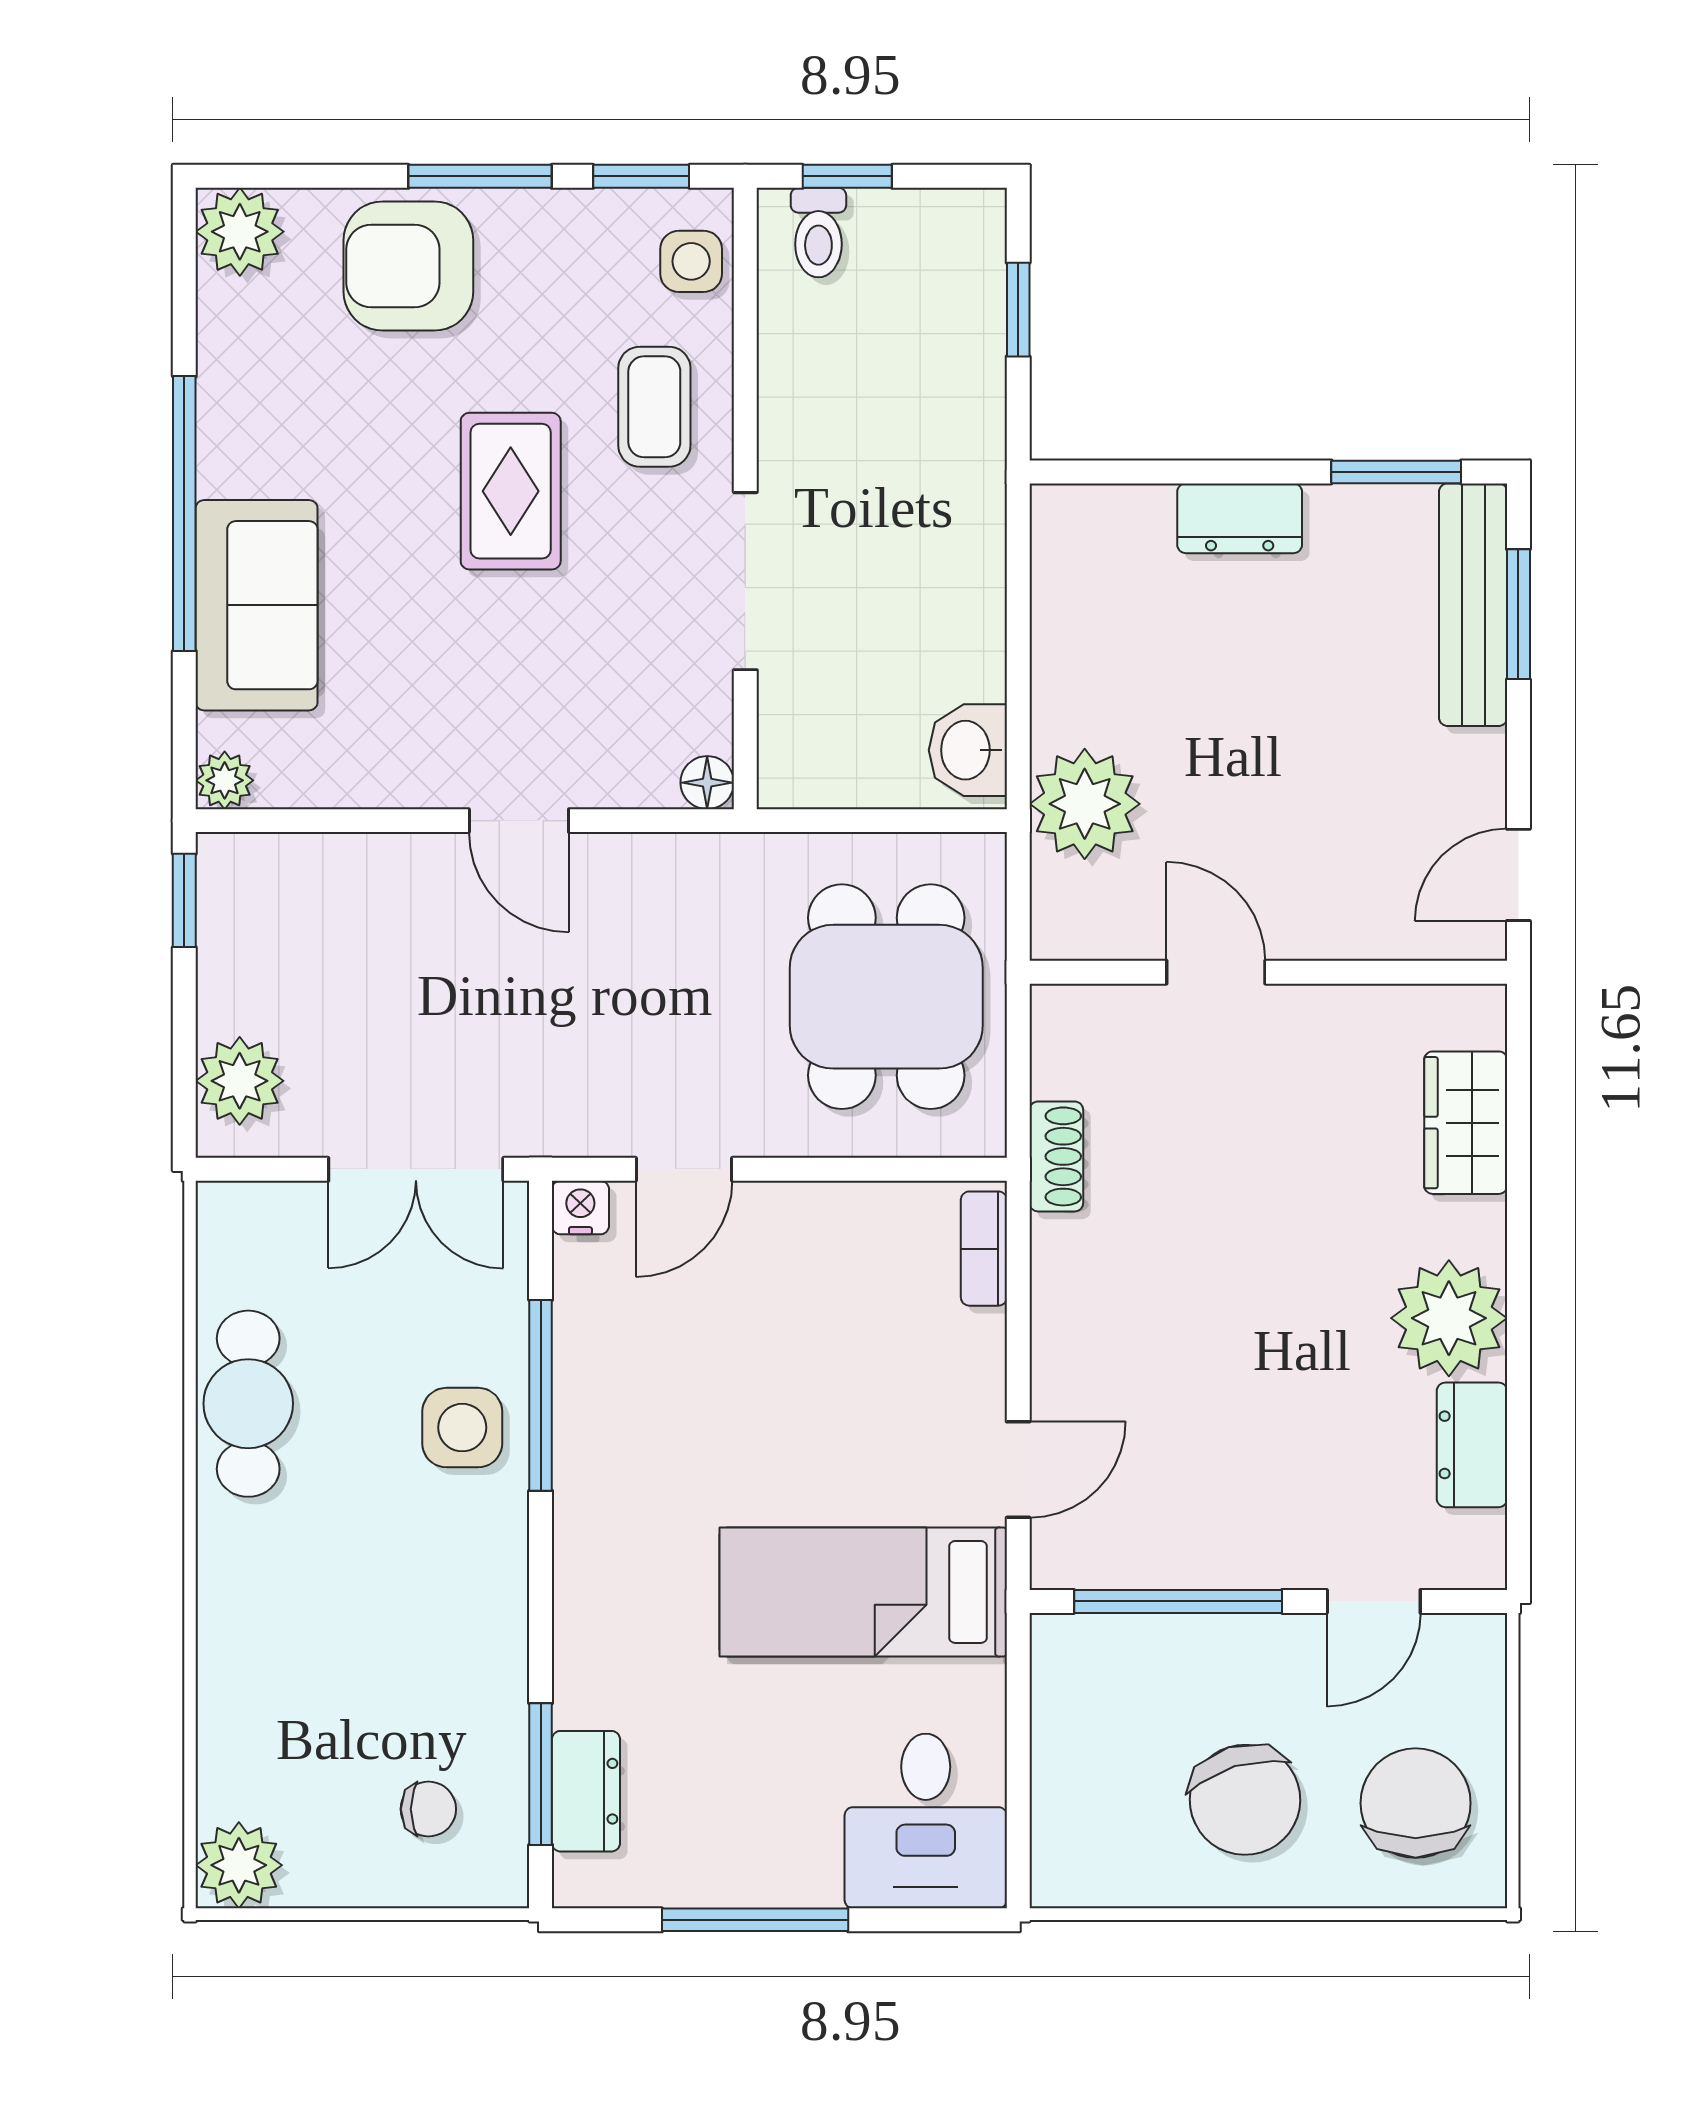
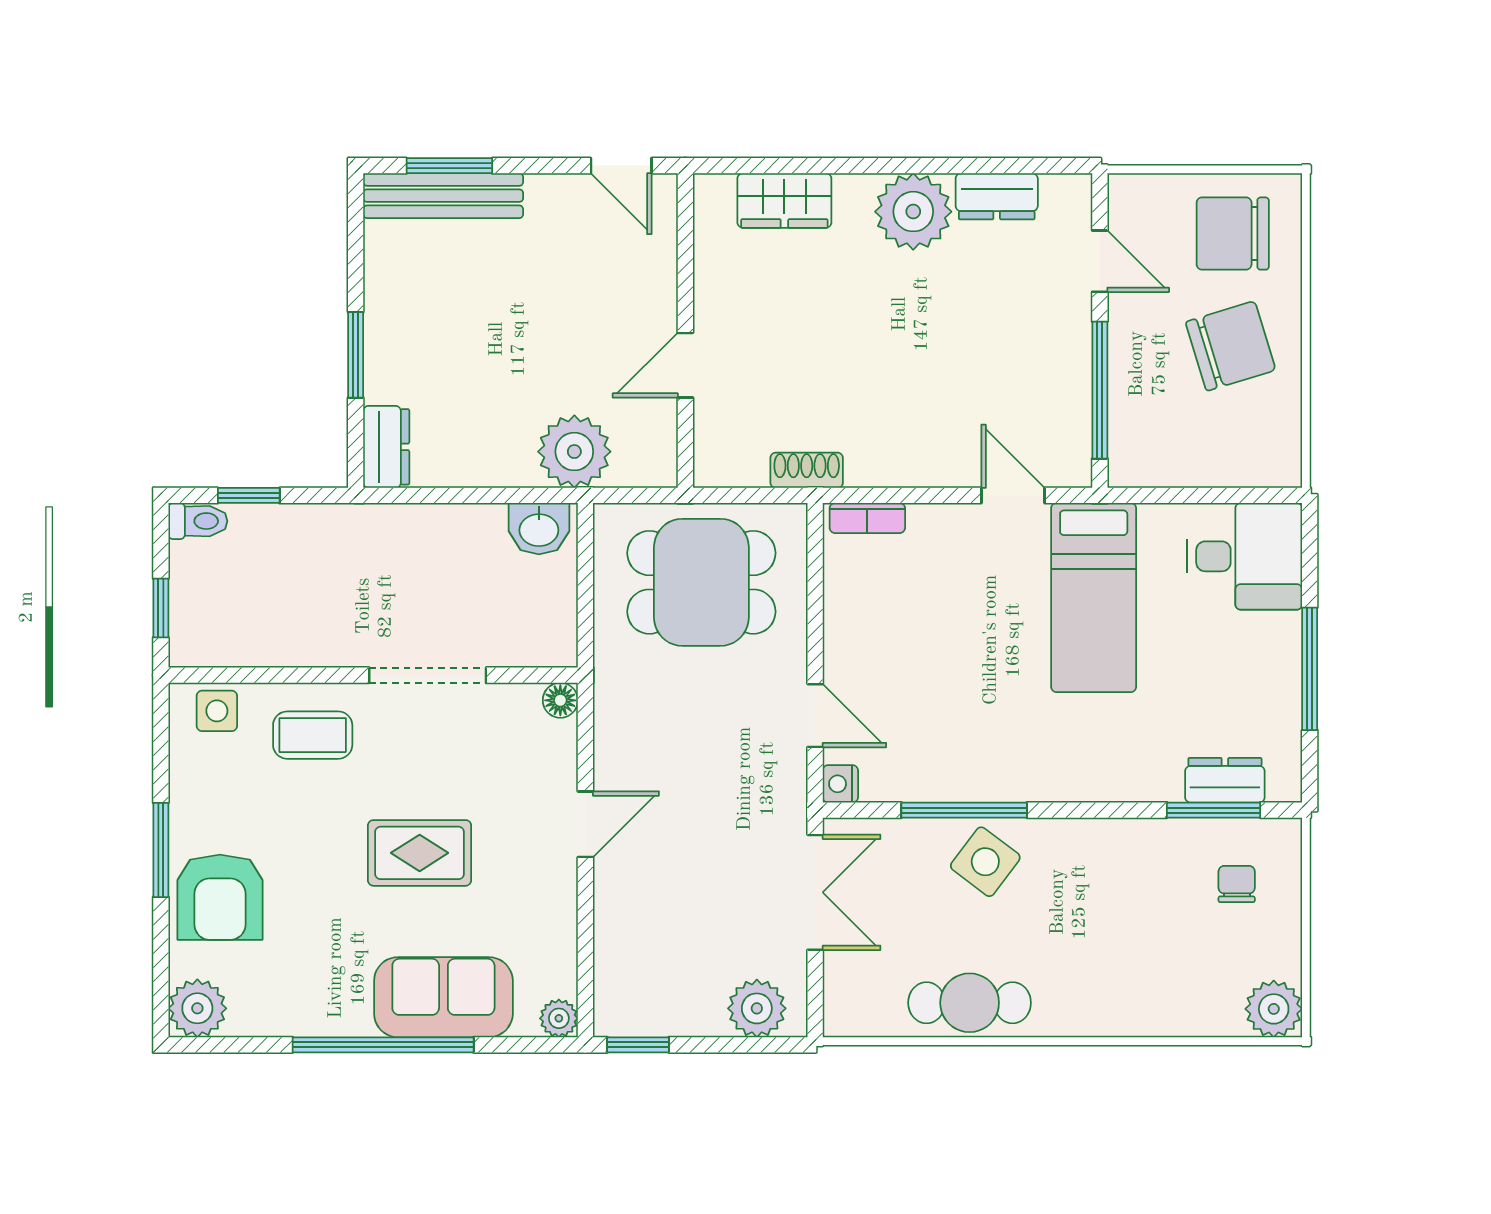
window: (641, 176) -> (161, 744), removed
toilet: (818, 233) -> (198, 521), moved
window: (1396, 472) -> (356, 355), moved
rug: (511, 491) -> (420, 853), moved
dresser: (1240, 518) -> (386, 447), moved
side table: (462, 1428) -> (985, 862), turned 37

